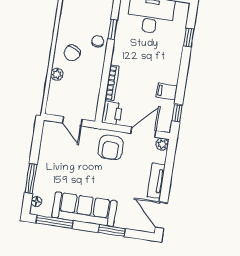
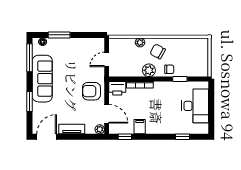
plant: (95, 68) -> (149, 70), added

